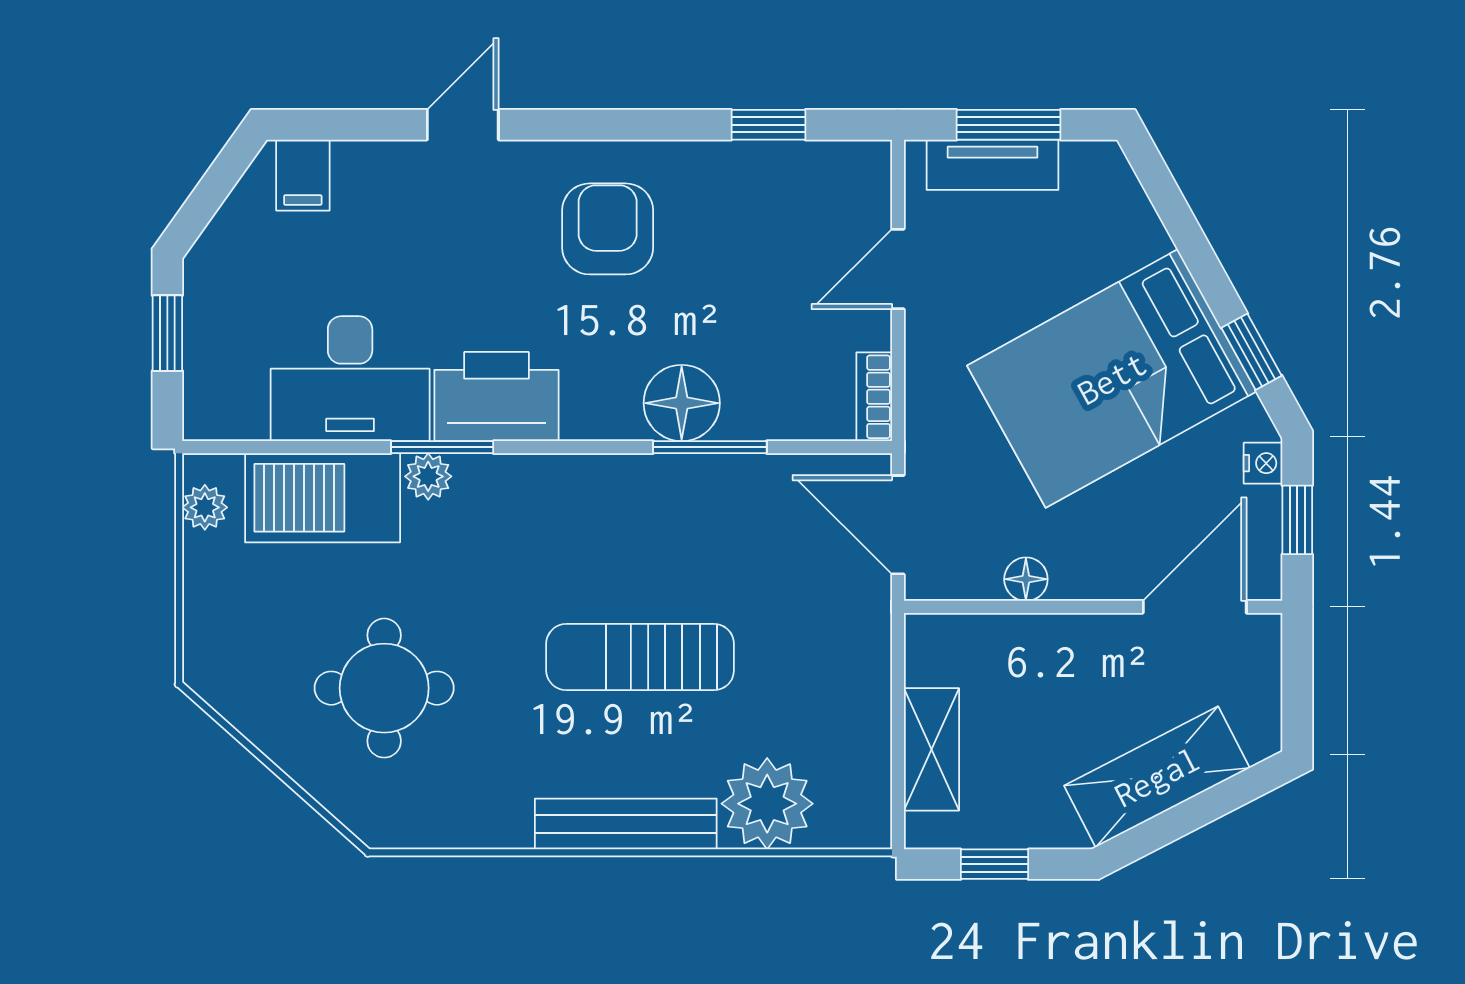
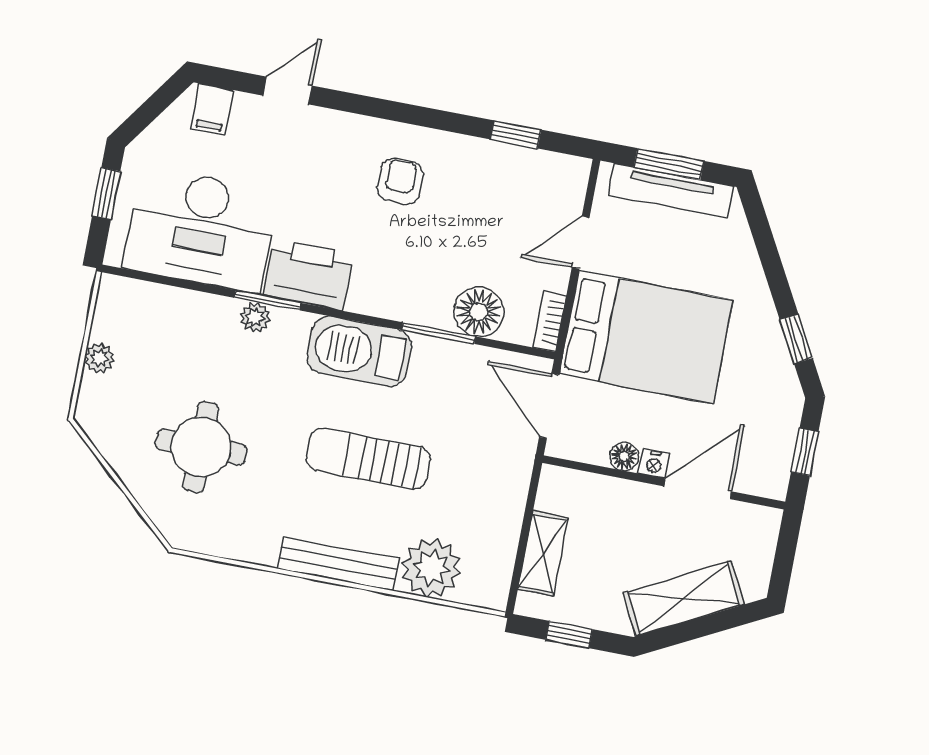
door: (463, 125) -> (287, 91), moved
tv unit: (993, 165) -> (671, 191), width x1.41
armchair: (608, 229) -> (400, 181), width x0.72, depth x0.72
bed: (1112, 378) -> (646, 337), moved, turned -151
desk: (350, 379) -> (201, 230), width x1.36, depth x1.30
floor lamp: (682, 403) -> (479, 312), moved
nightstand: (1263, 463) -> (654, 464), moved, turned 90
barbecue: (323, 498) -> (359, 351), moved
plant: (205, 507) -> (99, 358), moved
door: (1195, 607) -> (698, 489), moved

